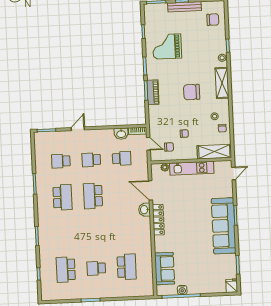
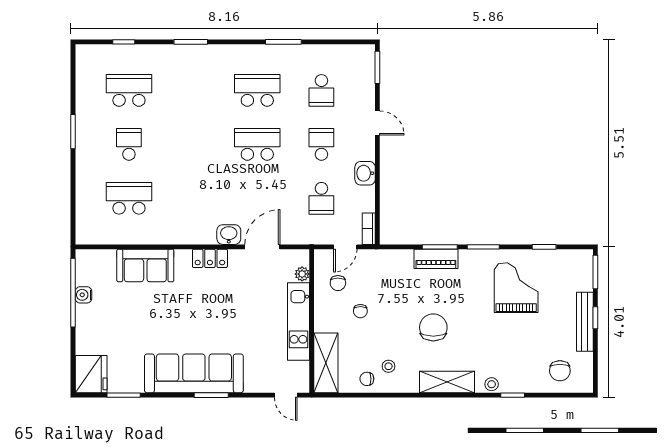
washbasin: (121, 134) -> (365, 173), moved
school desk: (61, 161) -> (321, 90), turned 180
school desk: (63, 197) -> (257, 90), turned 180
locker: (158, 220) -> (210, 258), width x0.66
school desk: (127, 267) -> (129, 198), turned 180
sofa: (165, 269) -> (145, 265), moved
fridge: (232, 286) -> (91, 374), width x1.88, depth x1.34

